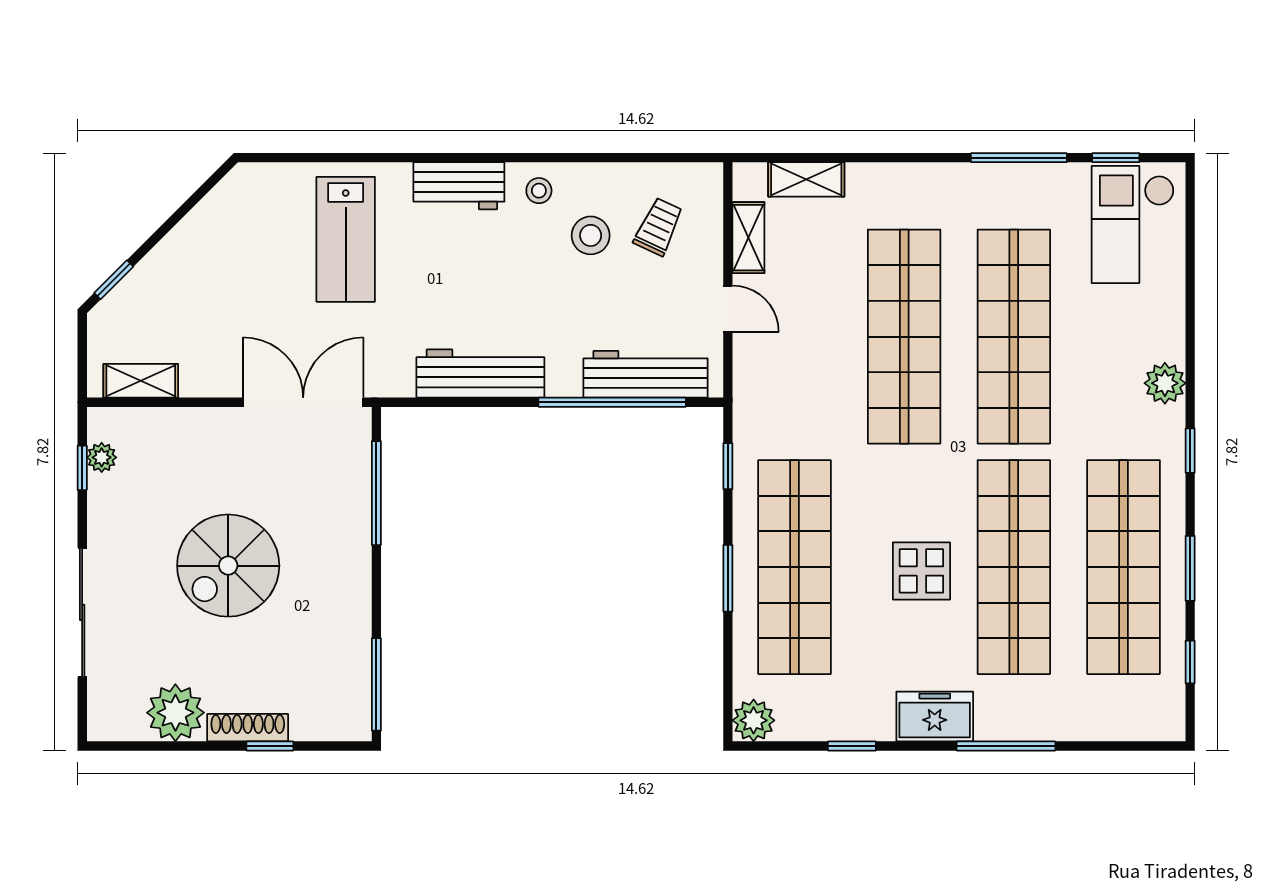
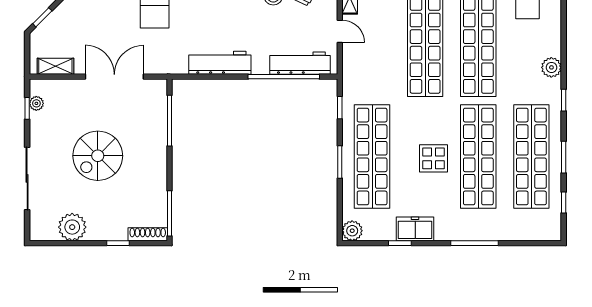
double door: (303, 402) -> (114, 77), moved
freezer: (935, 716) -> (415, 229), moved
shoe rack: (248, 728) -> (148, 234), moved

